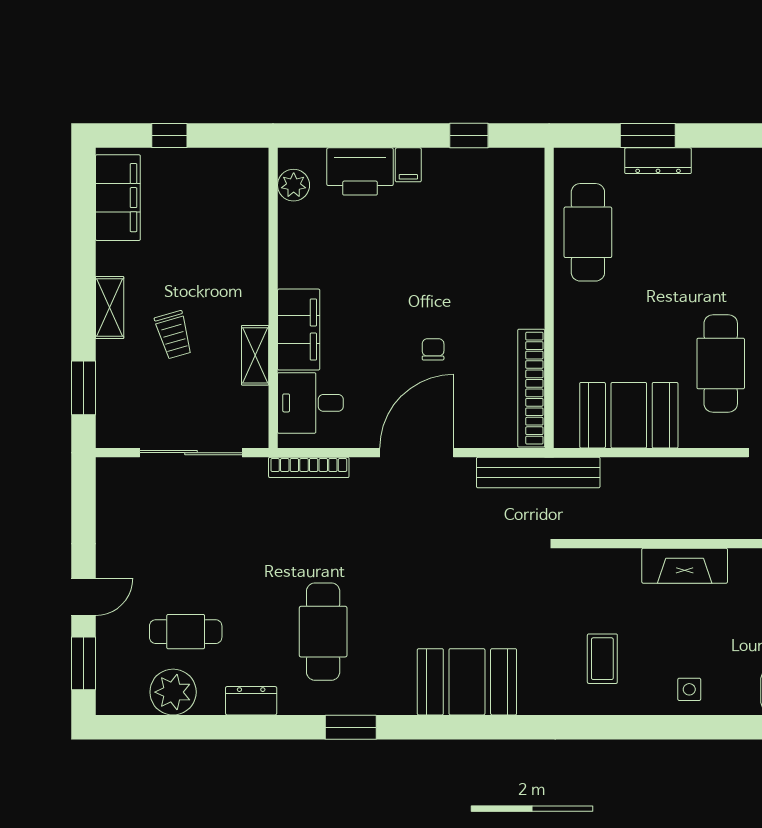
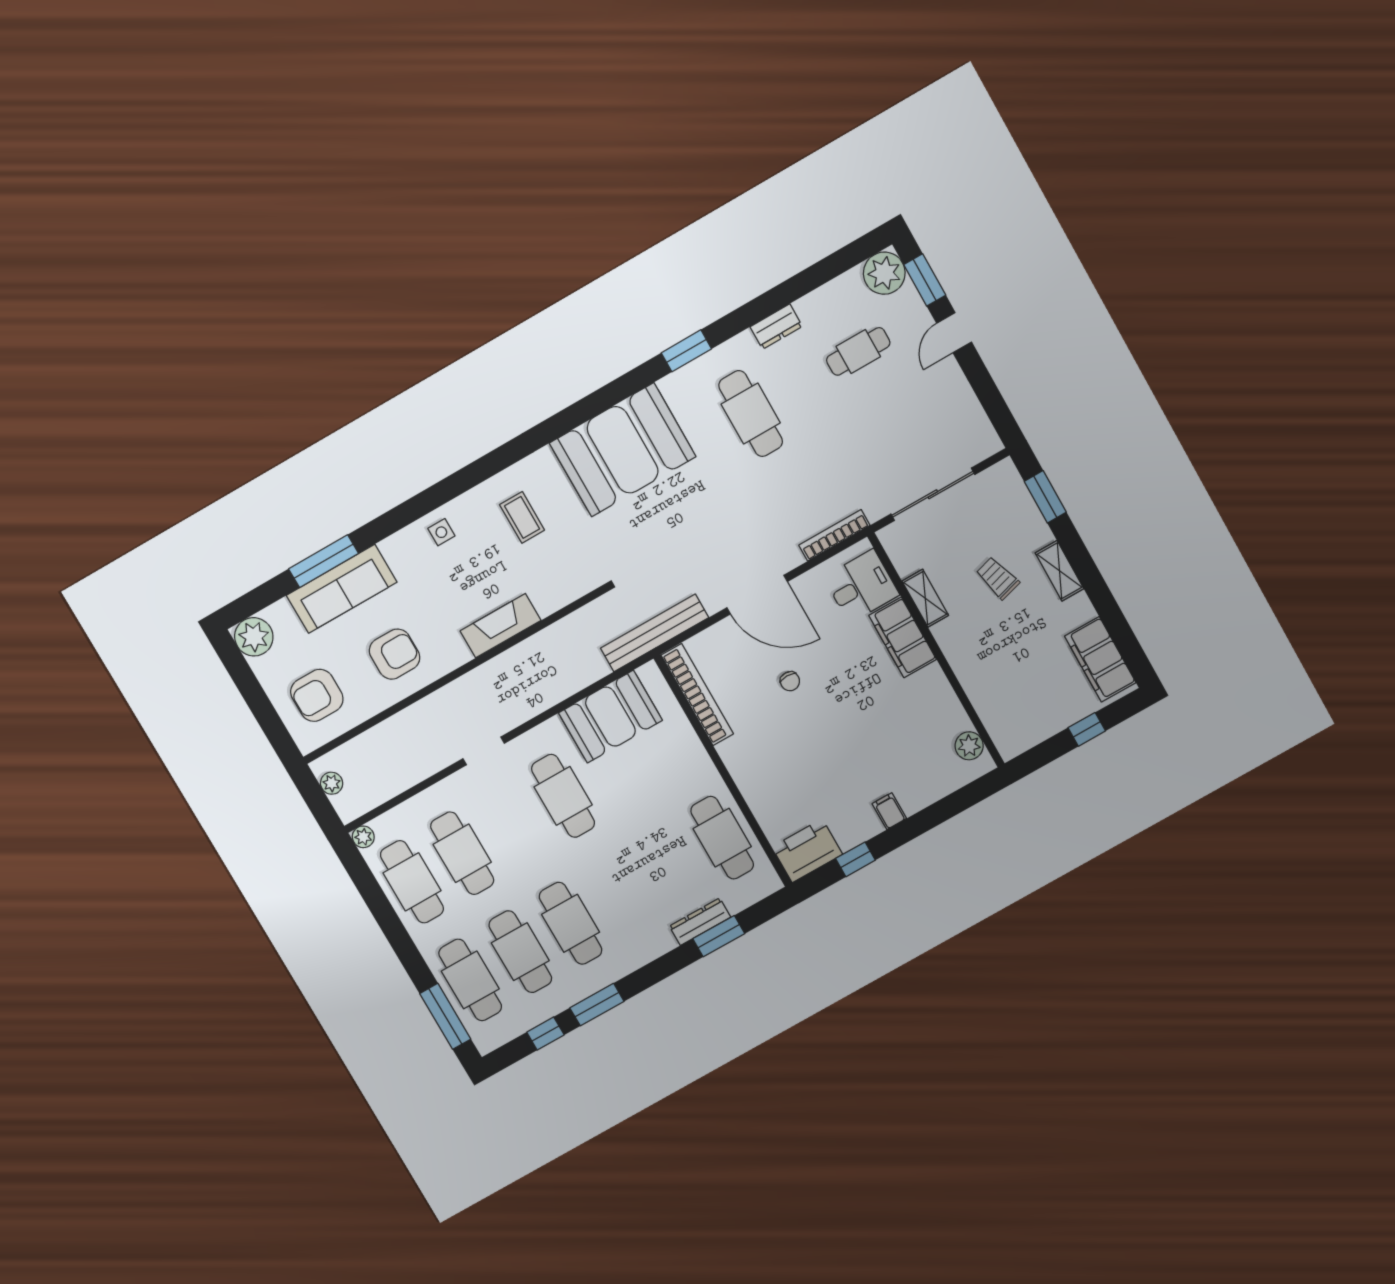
printer: (360, 171) -> (807, 851), moved
door: (417, 453) -> (757, 595), hinge flipped
booth: (467, 682) -> (623, 450), width x1.36, depth x1.42
plant: (173, 692) -> (884, 273), moved

